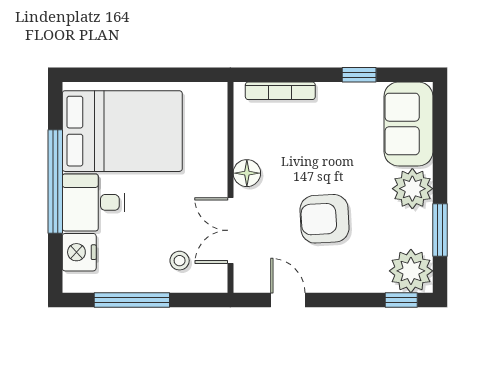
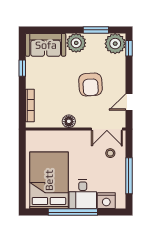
double door: (230, 230) -> (107, 129), moved

